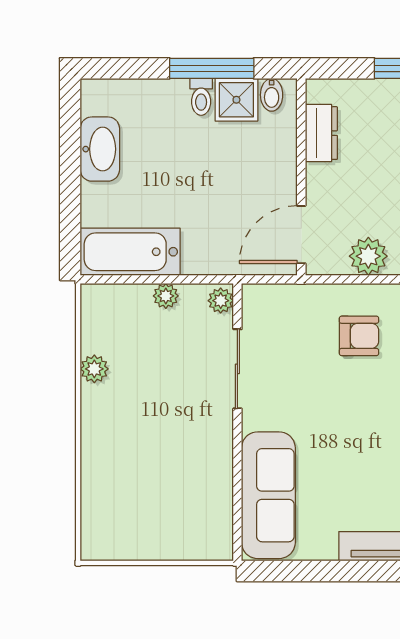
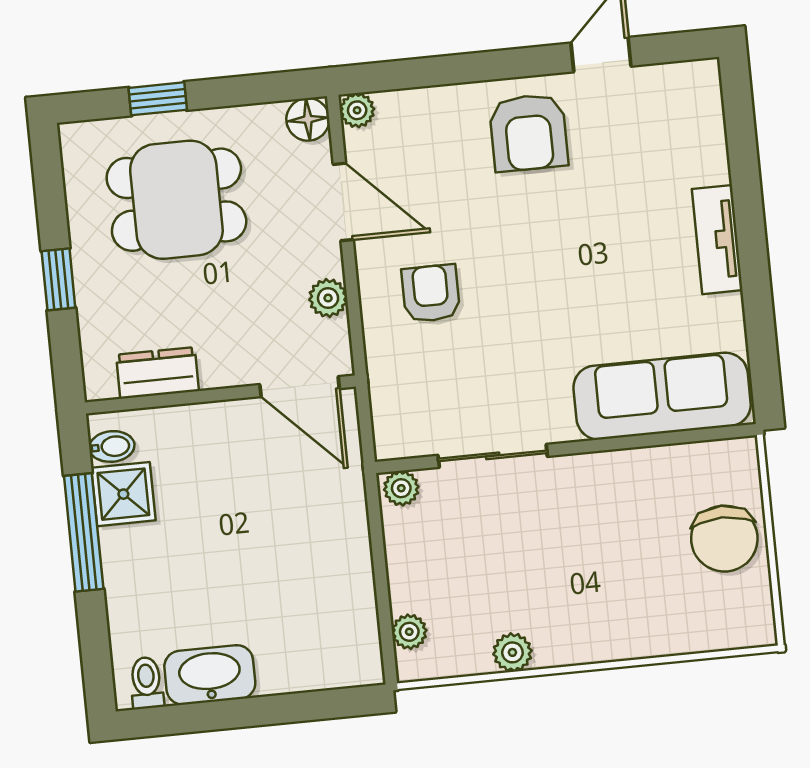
toilet: (201, 97) -> (147, 683), moved, turned -90
bathtub: (130, 252) -> (347, 619), removed
plant: (368, 256) -> (328, 298), width x0.73, depth x0.73
plant: (166, 296) -> (409, 632), moved
chair: (161, 530) -> (724, 539), added

